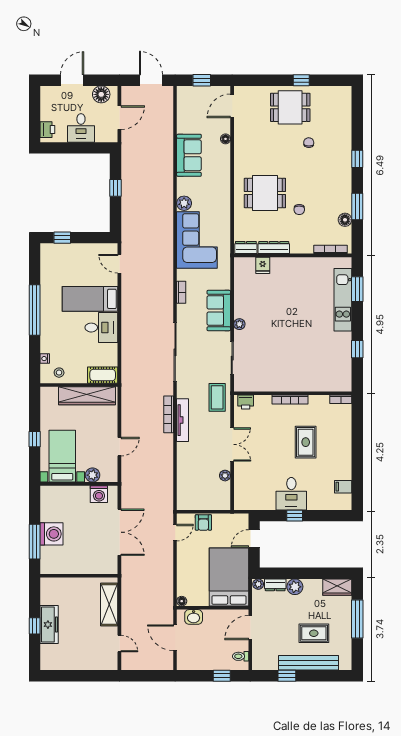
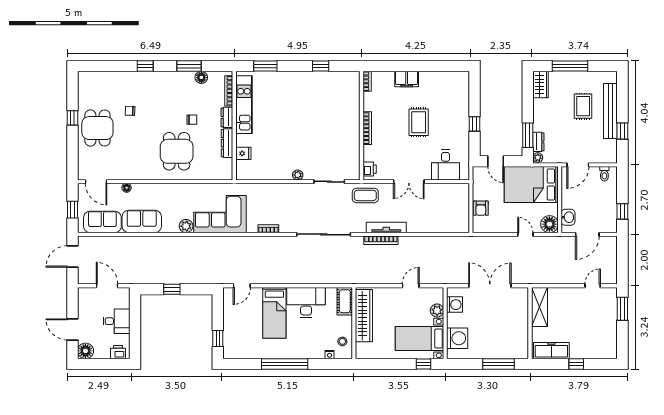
floor lamp: (101, 94) -> (85, 351), moved
dresser: (246, 248) -> (227, 117), moved
kitchen unit: (343, 300) -> (244, 105), moved, turned -90
sofa: (219, 311) -> (102, 222), moved, turned 180
desk: (101, 328) -> (306, 302), width x1.37
window: (35, 439) -> (424, 364), moved
rug: (306, 442) -> (419, 122), moved, turned 90
double door: (232, 444) -> (409, 182), swing flipped
door: (119, 447) -> (411, 286), hinge flipped
plant: (225, 476) -> (437, 188), removed
filing cabinet: (343, 487) -> (407, 79), moved, width x2.00
desk: (291, 494) -> (445, 165), moved, turned 90
armchair: (203, 522) -> (481, 208), turned 90
door: (175, 533) -> (525, 234), moved
washing machine: (52, 534) -> (457, 338), moved, turned 90
window: (282, 573) -> (528, 135), added
plant: (295, 587) -> (540, 124), removed
floor lamp: (182, 601) -> (549, 224), width x1.89, depth x1.89
shelving: (109, 604) -> (539, 307), moved, turned 90
freezer: (49, 625) -> (551, 351), moved
door: (250, 628) -> (578, 165), hinge flipped
window: (94, 676) -> (622, 309), added
window: (222, 676) -> (622, 211), moved

